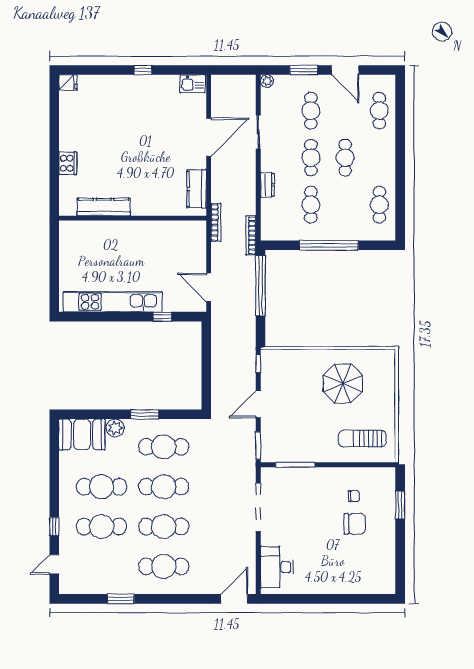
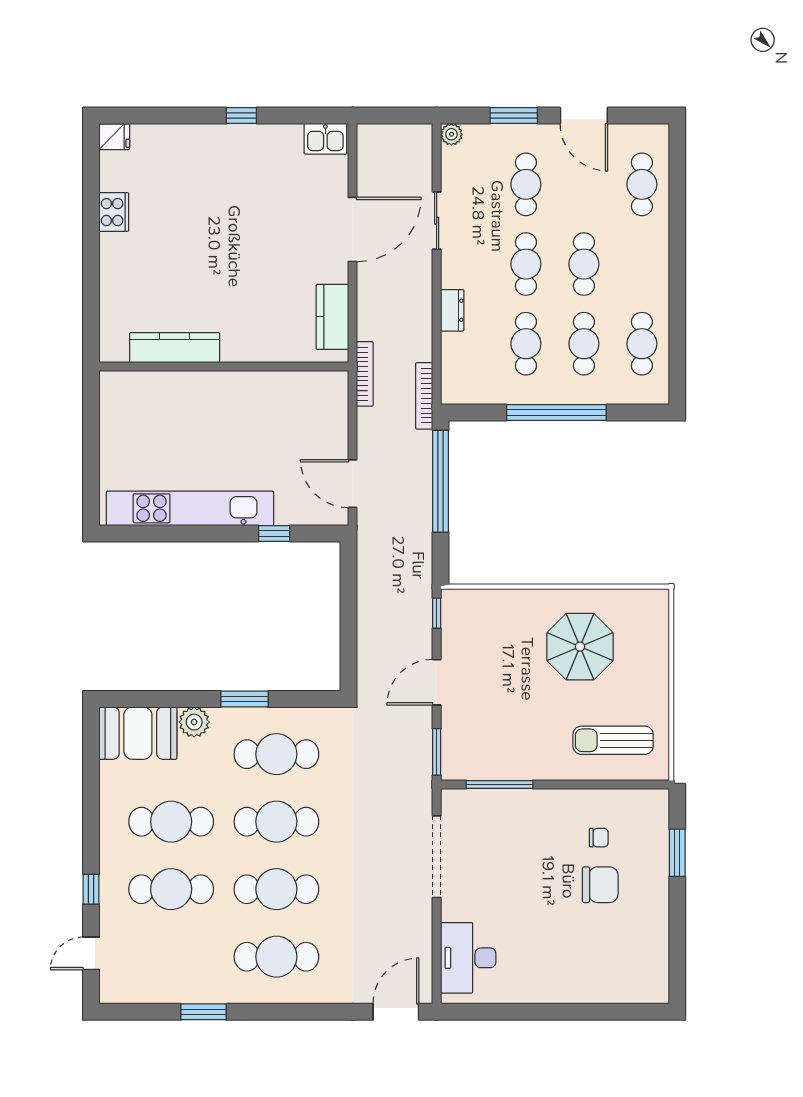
cooker: (68, 163) -> (114, 212), moved
cafe table: (345, 205) -> (584, 344), added

